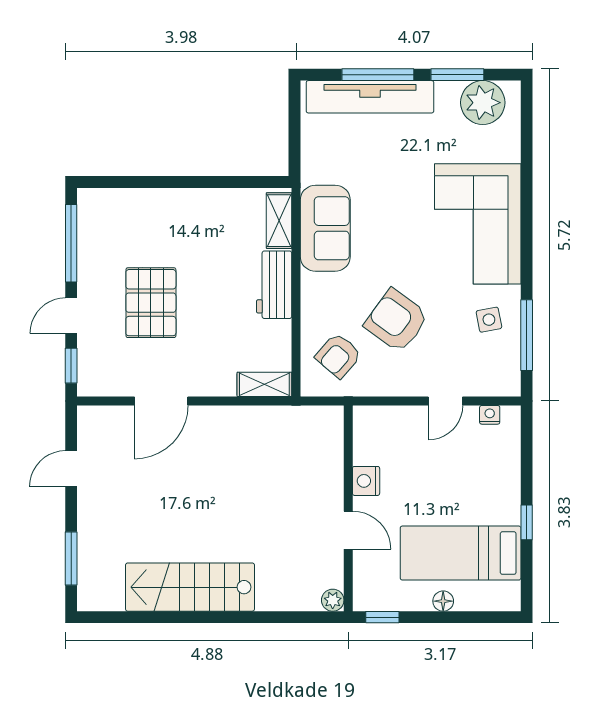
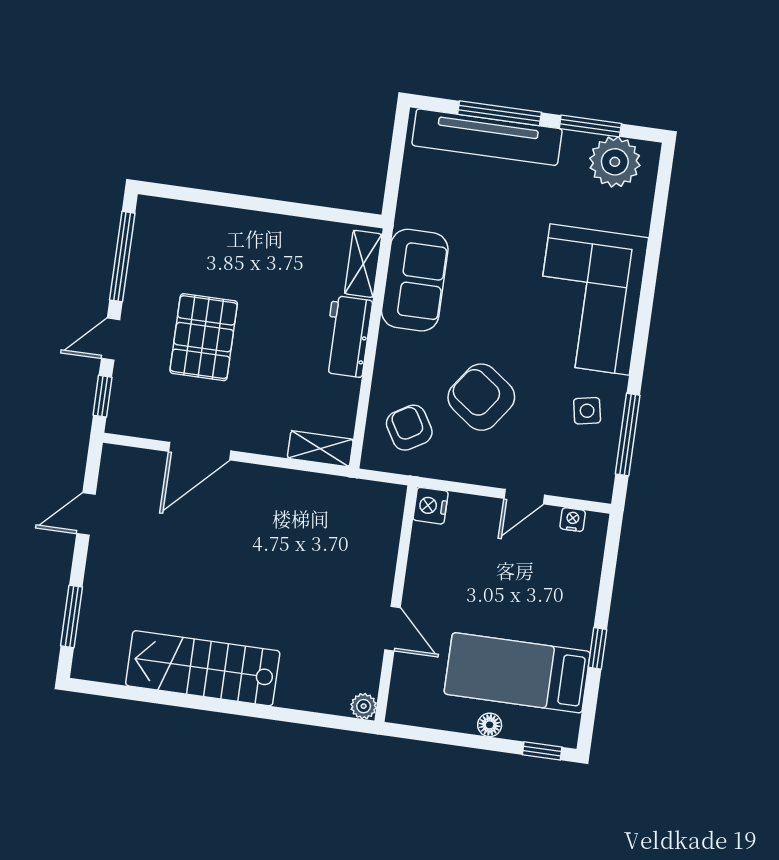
armchair: (338, 356) -> (409, 428), turned 108
nightstand: (366, 481) -> (431, 506), moved
window: (382, 617) -> (542, 751), moved

